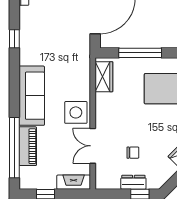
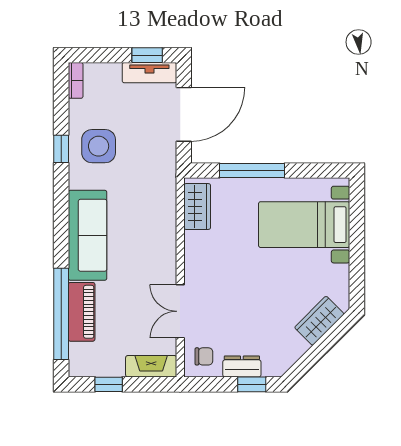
side table: (76, 112) -> (99, 146), moved
chair: (133, 153) -> (204, 356), moved

